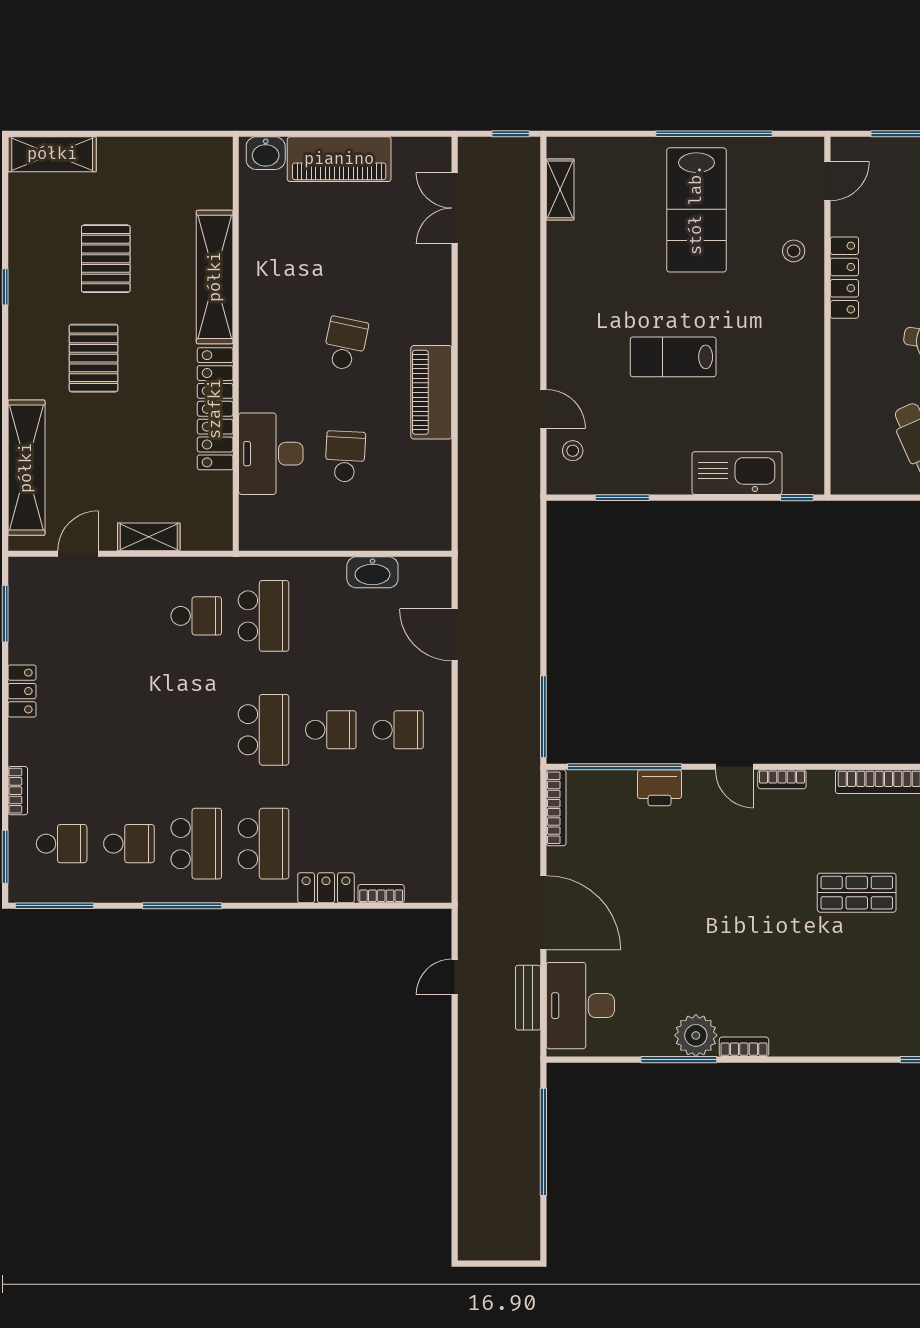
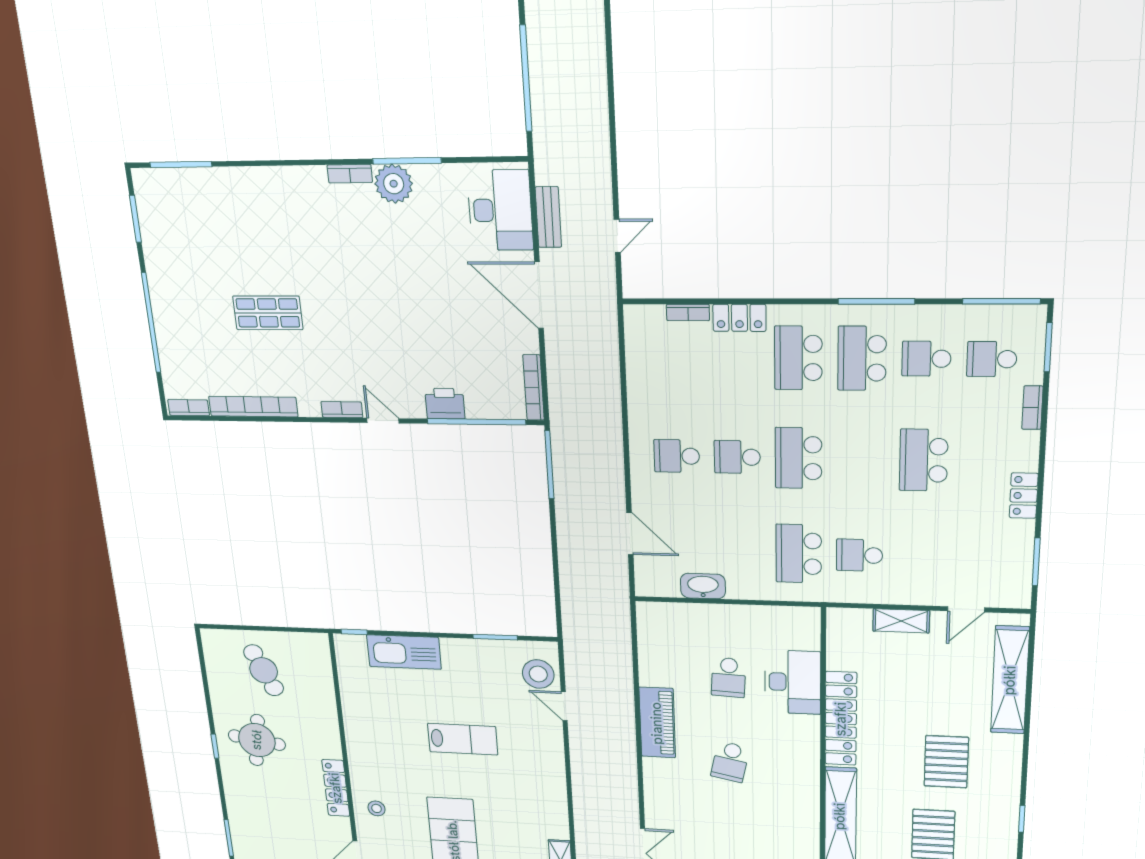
stool: (573, 451) -> (538, 674), width x1.89, depth x1.89
school desk: (129, 730) -> (924, 460), added

